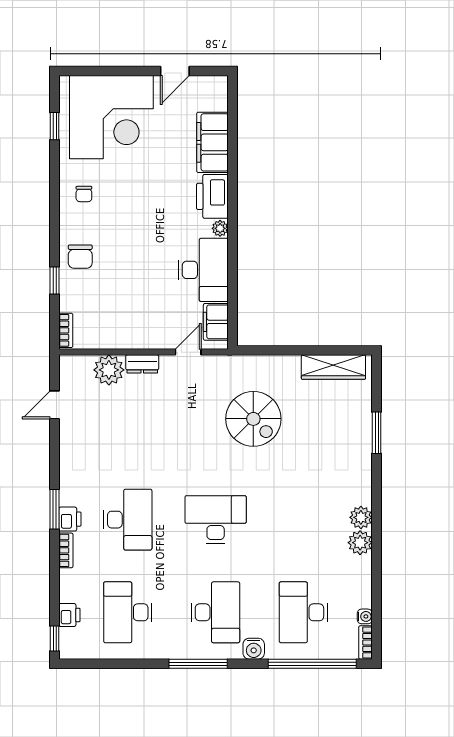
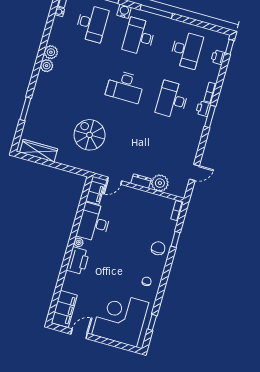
filing cabinet: (213, 142) -> (64, 309), moved

